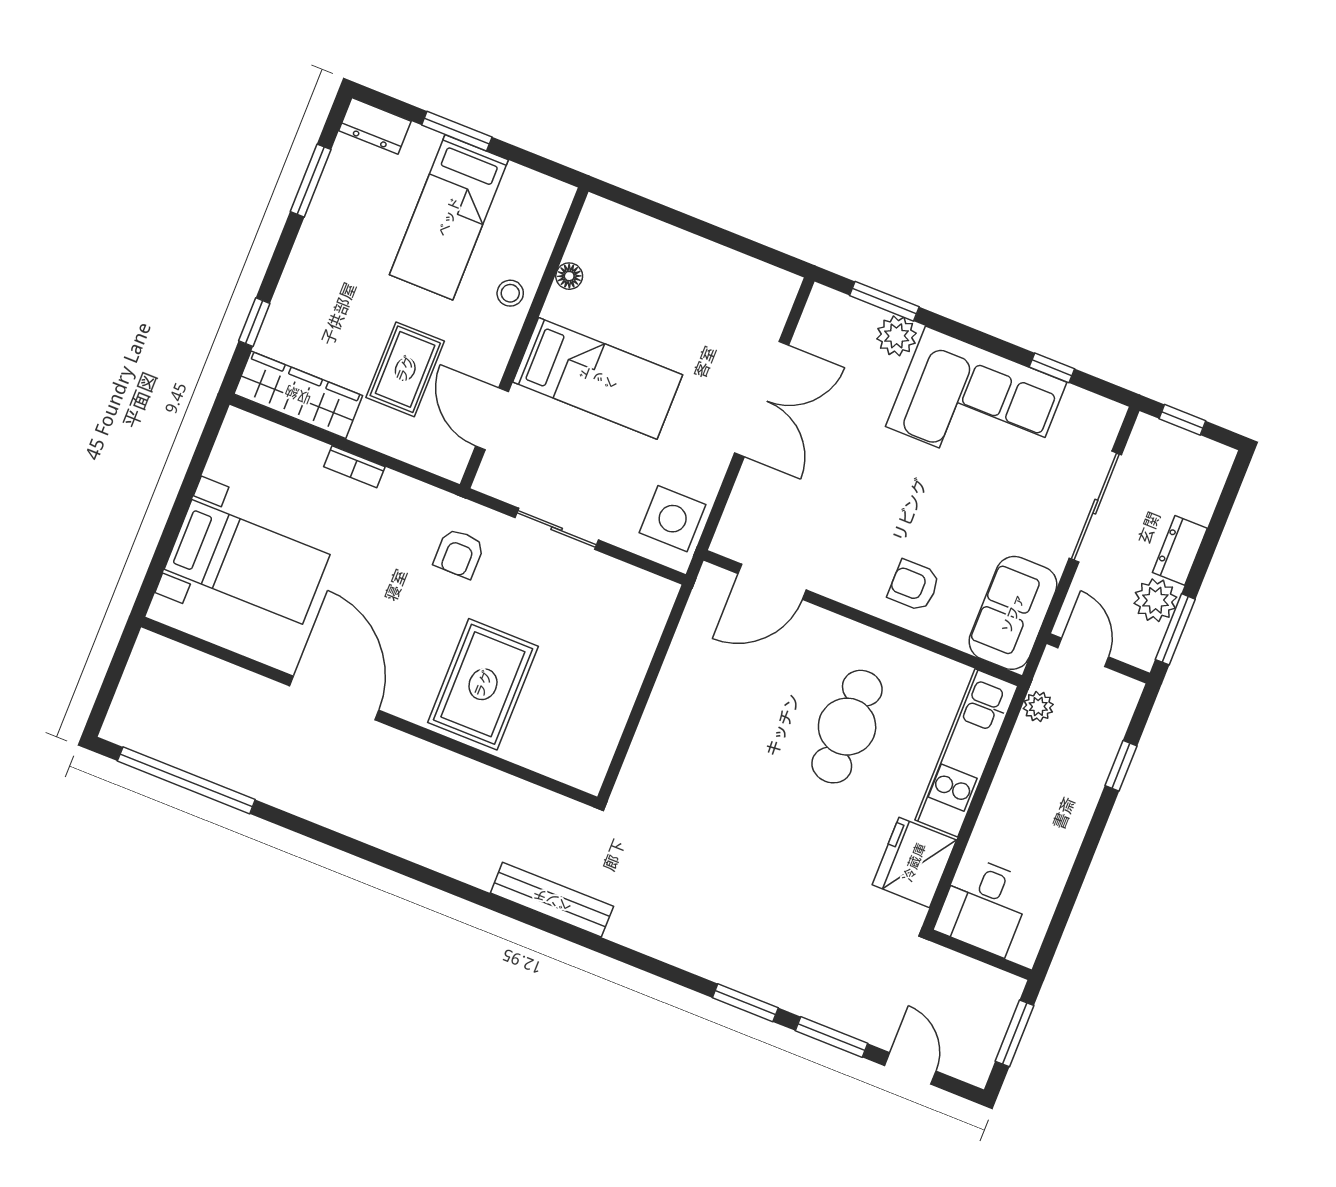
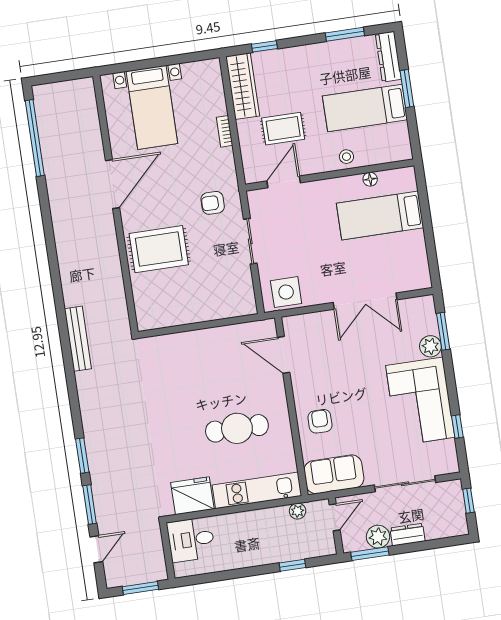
dresser: (375, 126) -> (388, 57), width x1.44
bed: (598, 378) -> (380, 216), moved, turned 90

